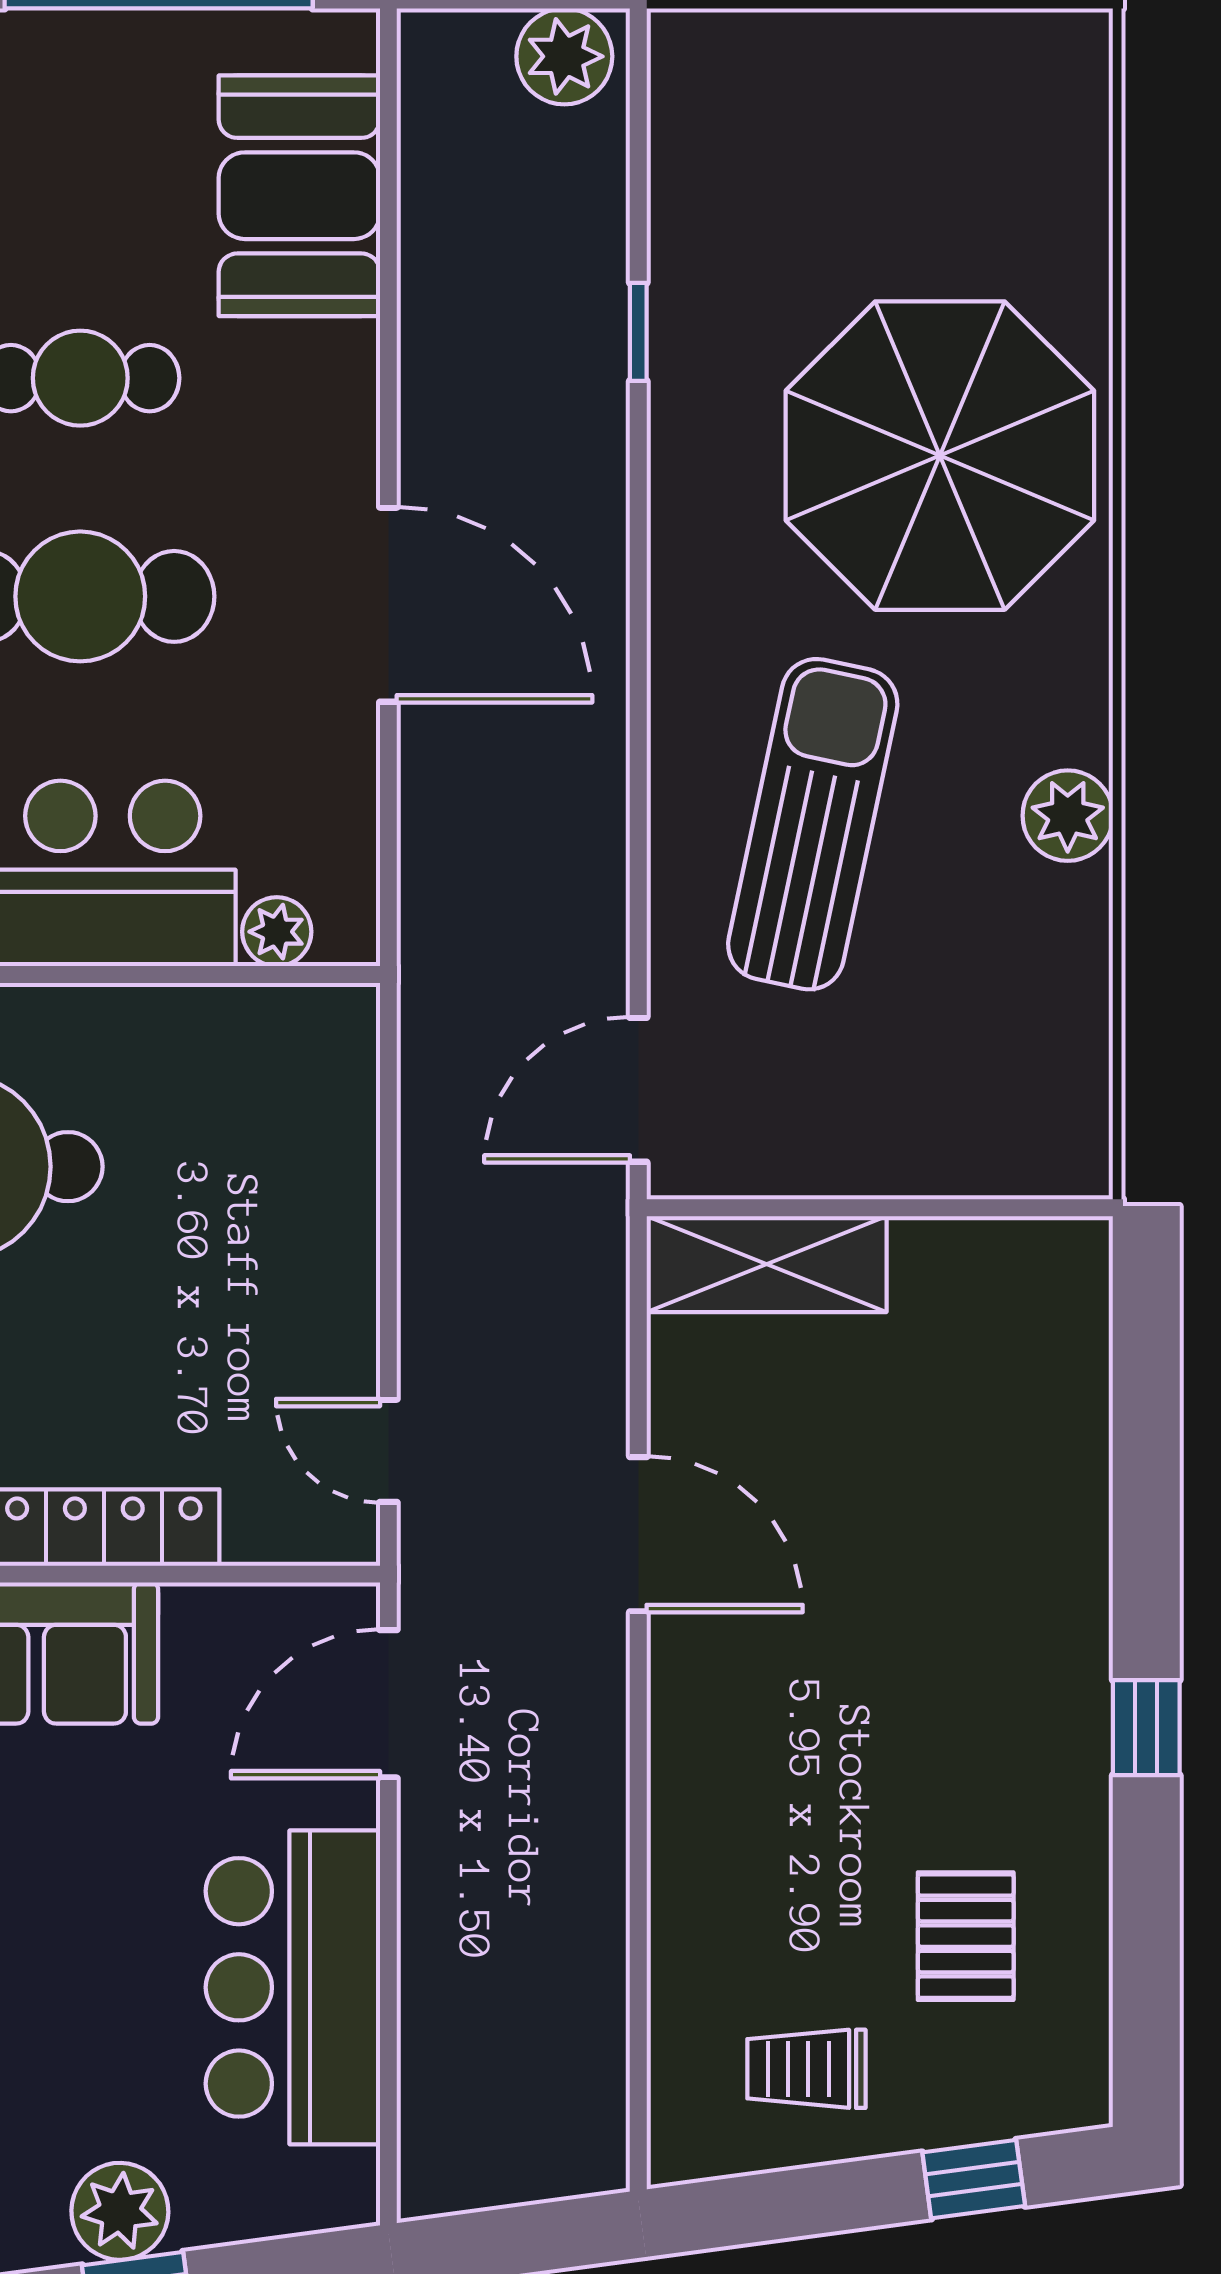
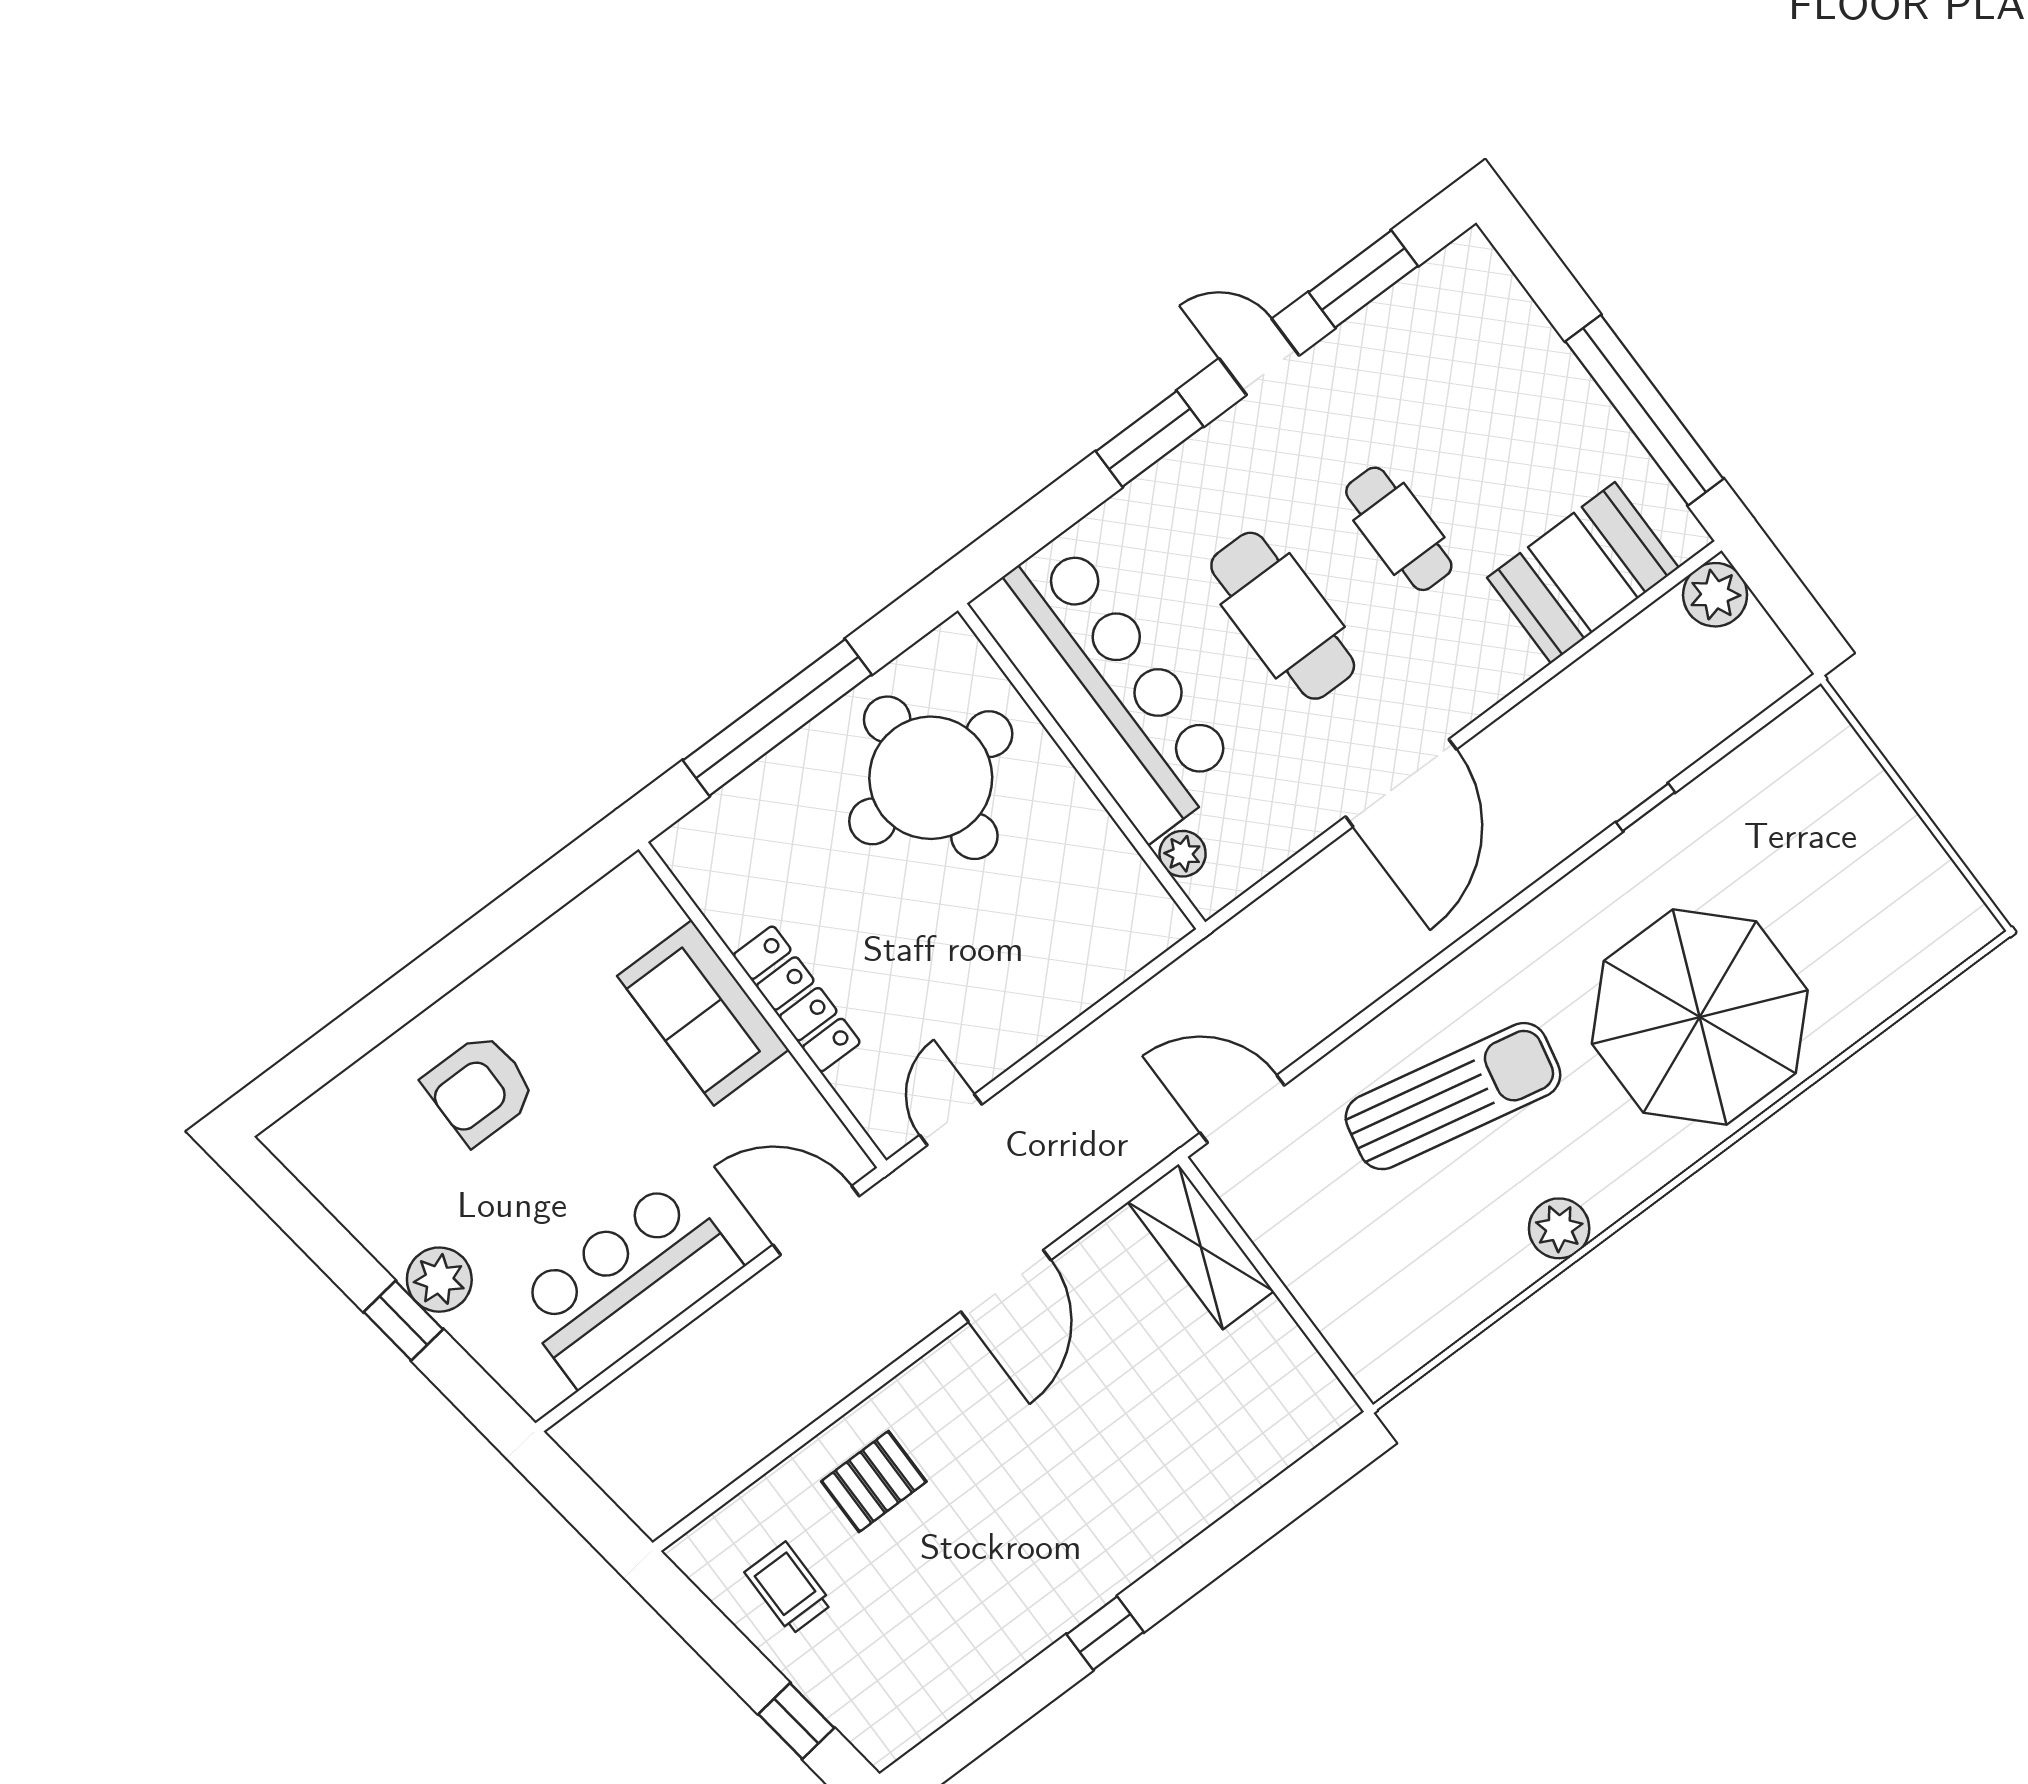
plant: (564, 56) -> (1715, 595), moved
pallet: (966, 1936) -> (874, 1481), moved

